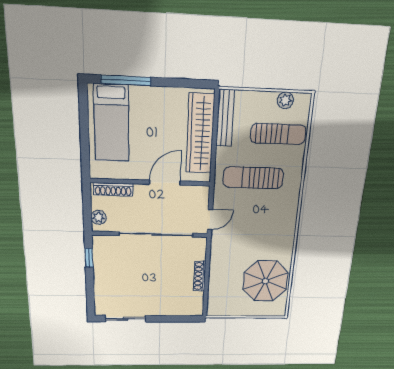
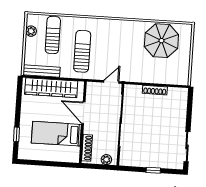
window: (126, 80) -> (17, 134), width x0.46
bed: (112, 123) -> (56, 134), moved, turned 180
sun lounger: (253, 178) -> (82, 51), turned 180
door: (210, 220) -> (111, 82), hinge flipped
window: (89, 258) -> (153, 170), moved

